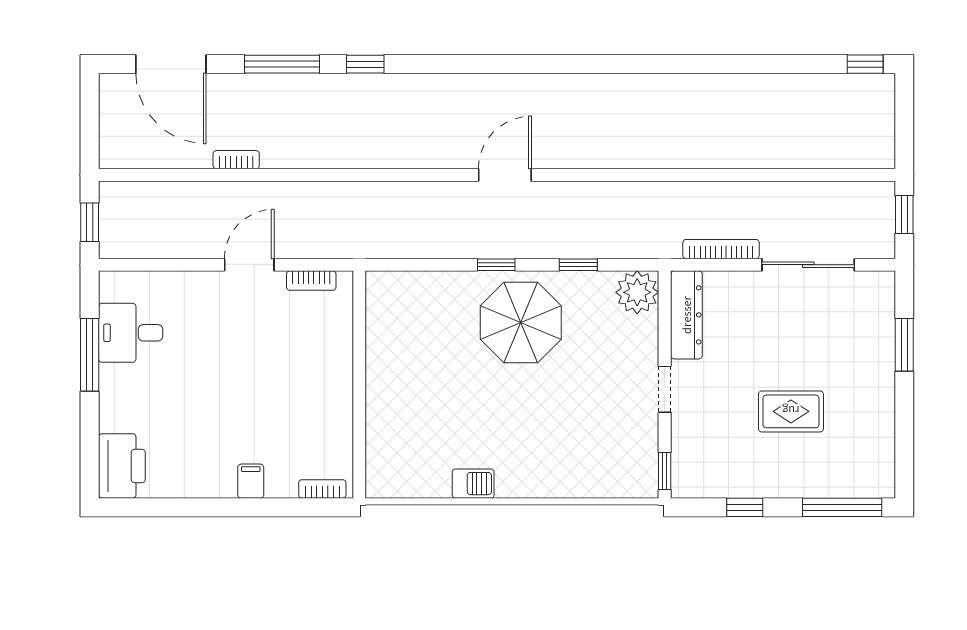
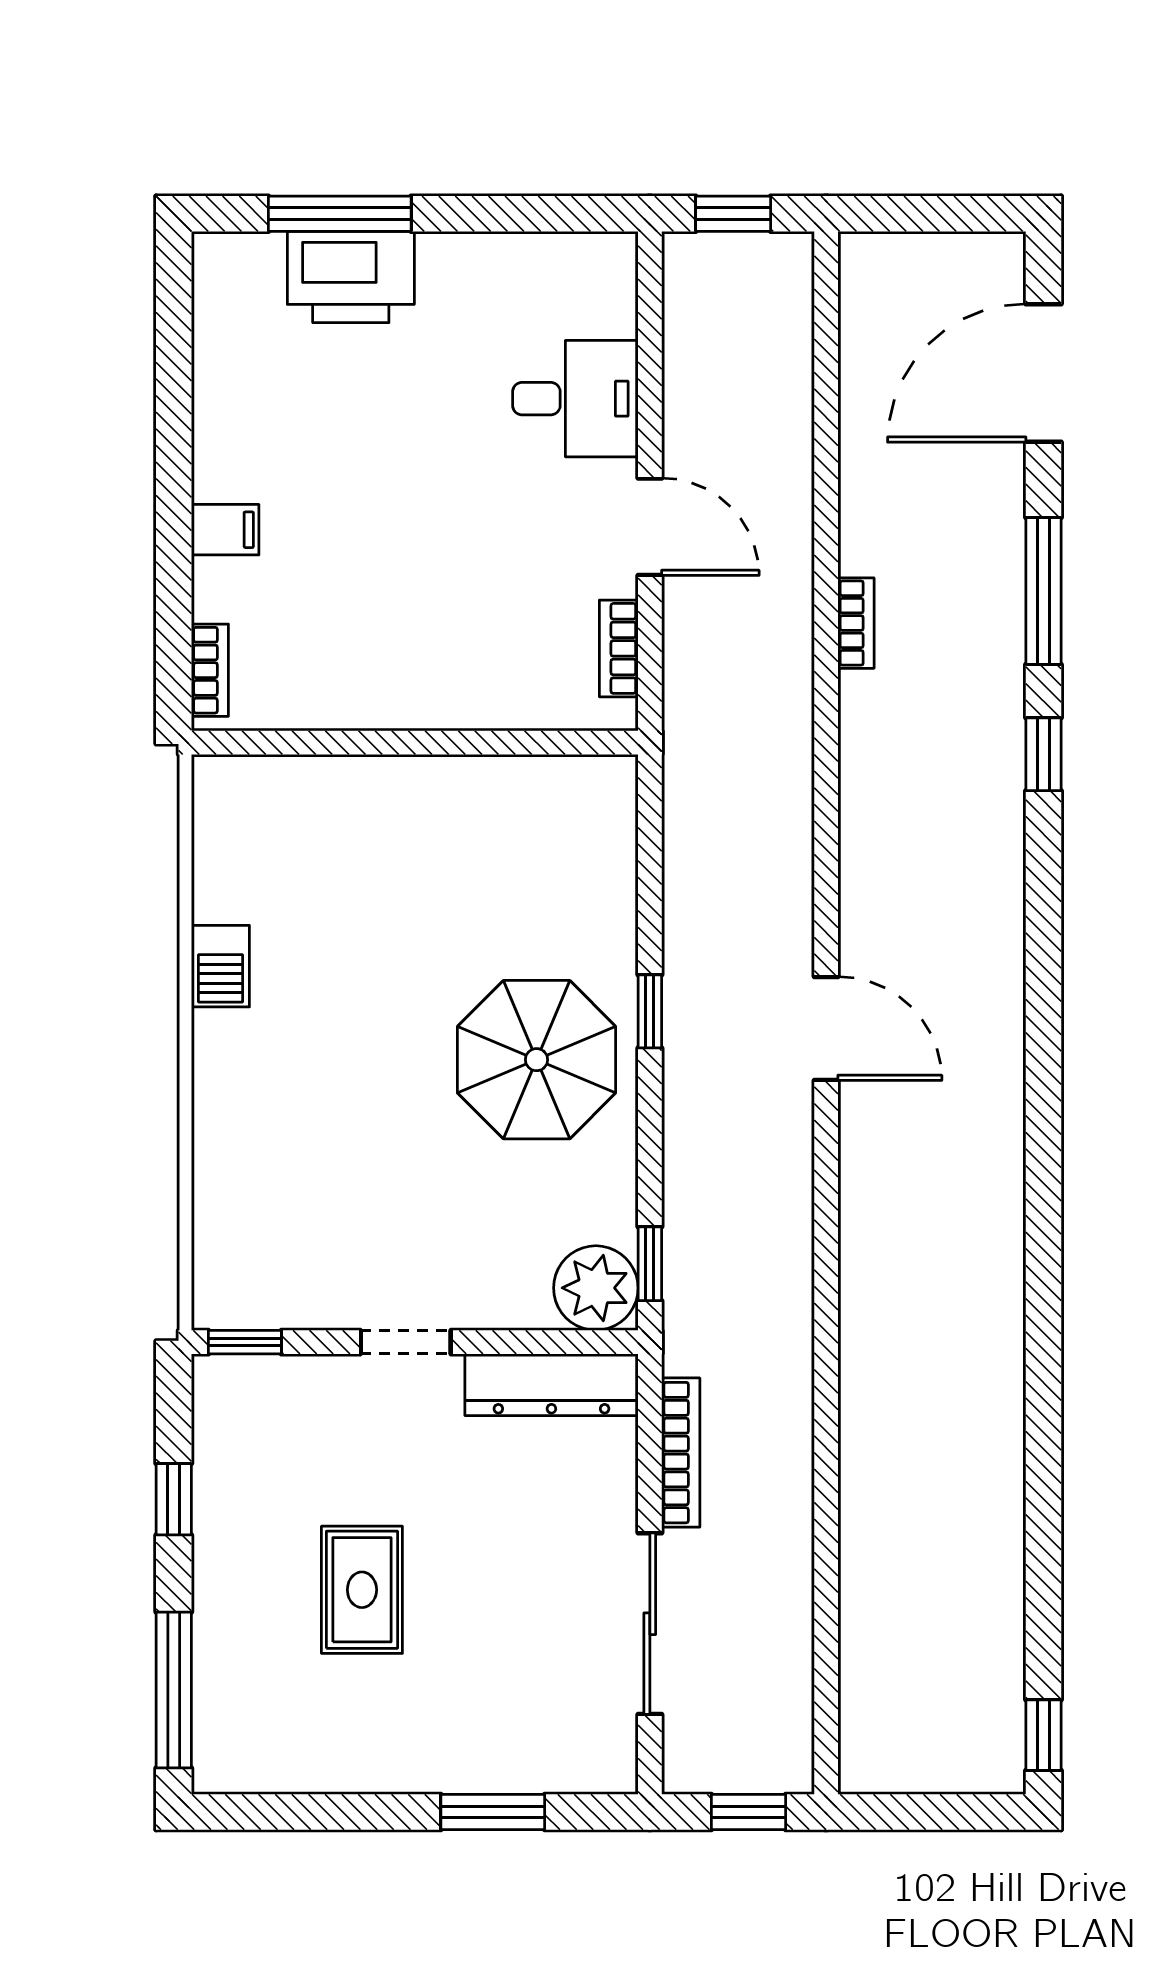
bookcase: (236, 160) -> (856, 623), moved
window: (578, 265) -> (650, 1264), moved
desk: (131, 333) -> (575, 399), moved, turned 90
window: (90, 355) -> (340, 214), moved
printer: (122, 466) -> (351, 277), moved

